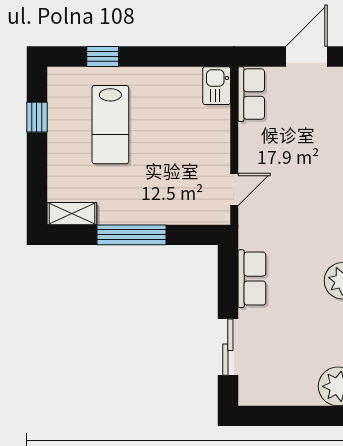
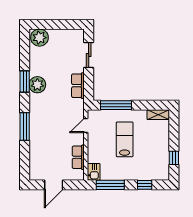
window: (180, 56) -> (110, 185), added
row of seats: (251, 94) -> (78, 157), moved
lab bench: (110, 125) -> (125, 139), moved
window: (132, 235) -> (116, 105), moved

